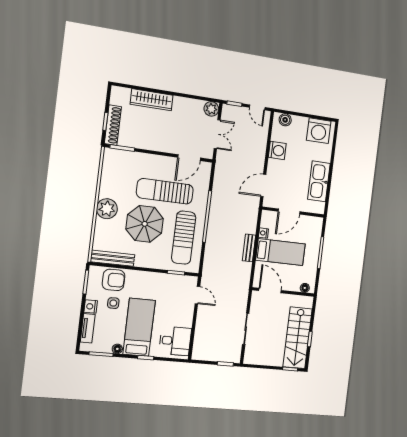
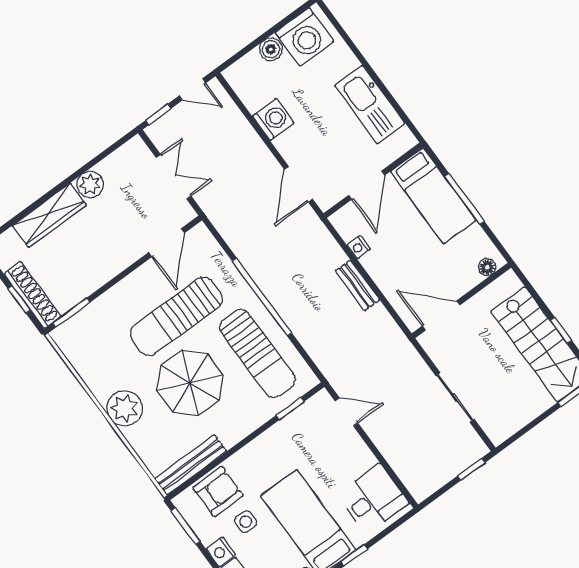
plant: (211, 109) -> (90, 184), moved
boiler: (285, 120) -> (271, 49), moved
bed: (281, 252) -> (433, 196), moved, turned 90

